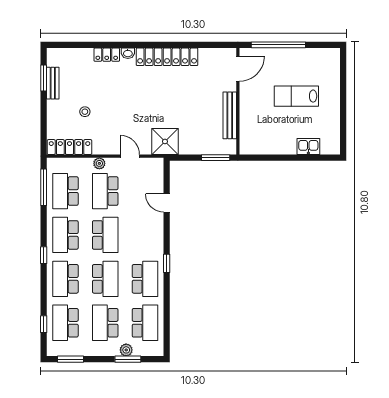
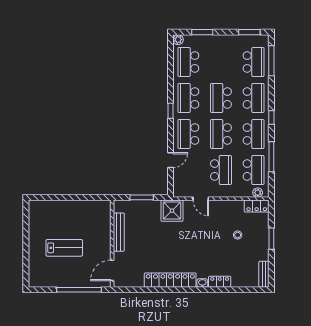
window: (44, 78) -> (271, 239), moved
bench: (53, 83) -> (264, 274), moved
kitchen sink: (308, 146) -> (54, 206), removed
locker: (69, 147) -> (257, 206), width x0.66
window: (216, 158) -> (142, 197), moved
plant: (99, 163) -> (258, 193), moved
window: (44, 187) -> (271, 157), moved
door: (167, 203) -> (171, 160), hinge flipped
school desk: (105, 323) -> (188, 134), moved, turned 180
window: (44, 324) -> (271, 61), width x2.17
plant: (126, 350) -> (178, 40), moved

